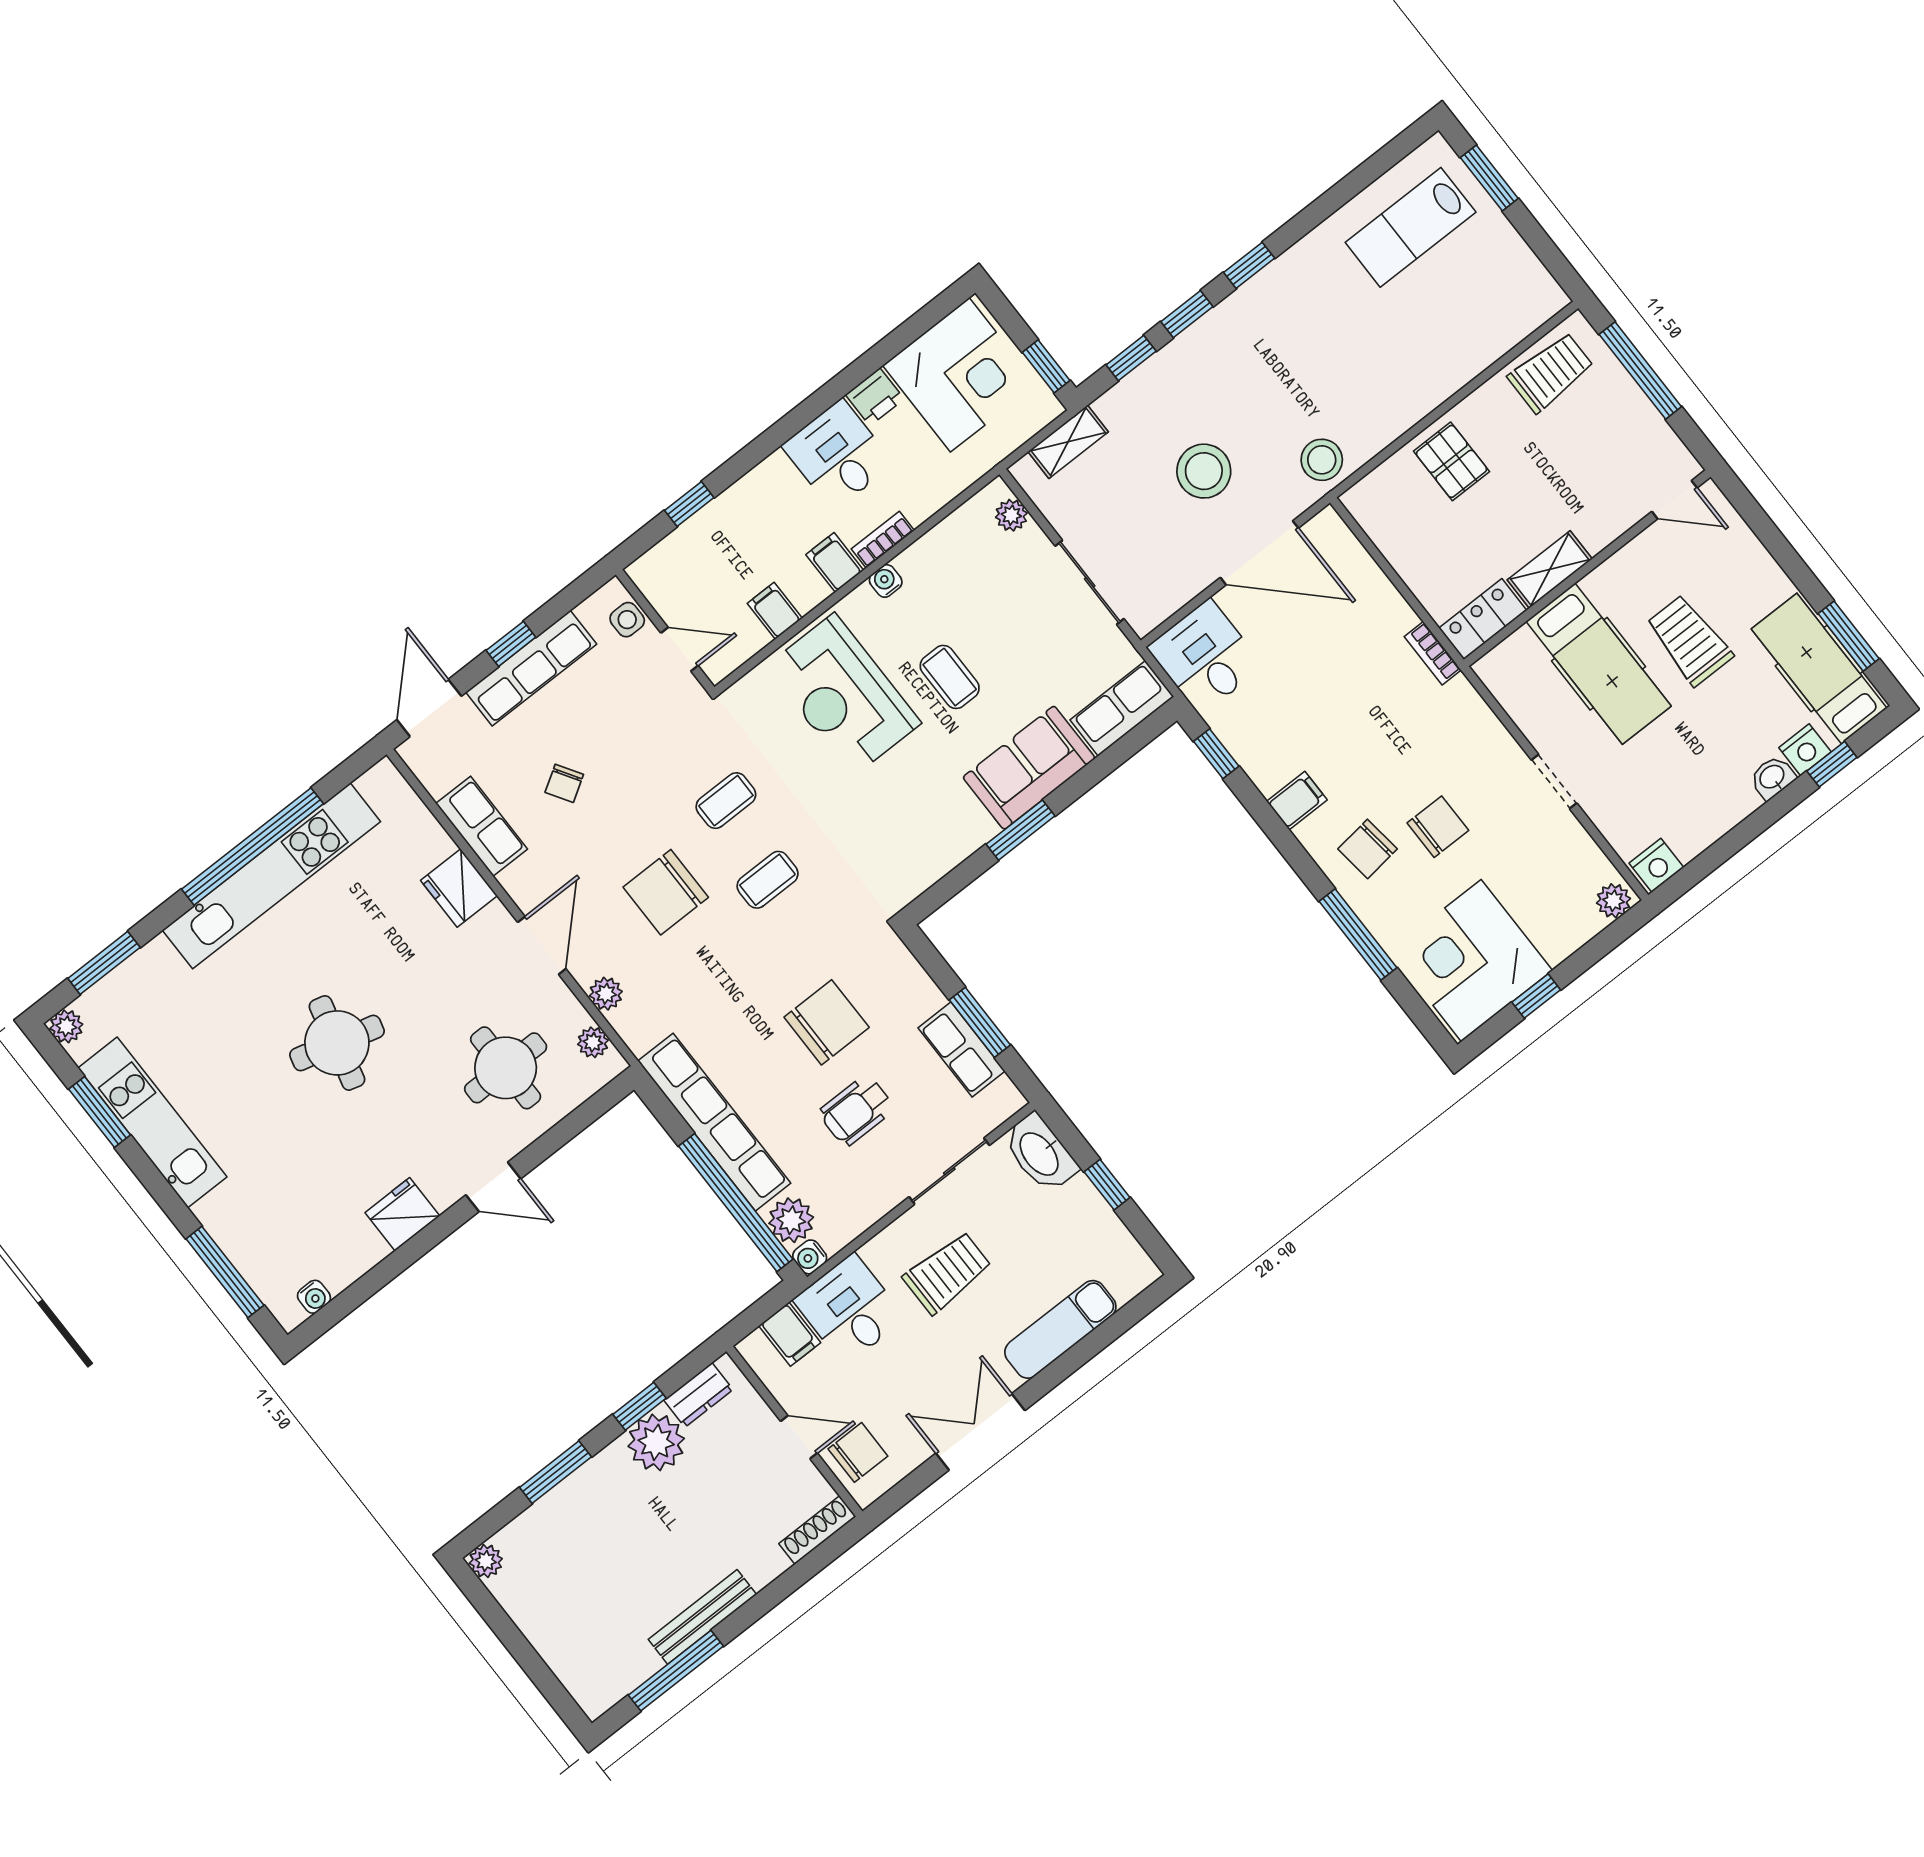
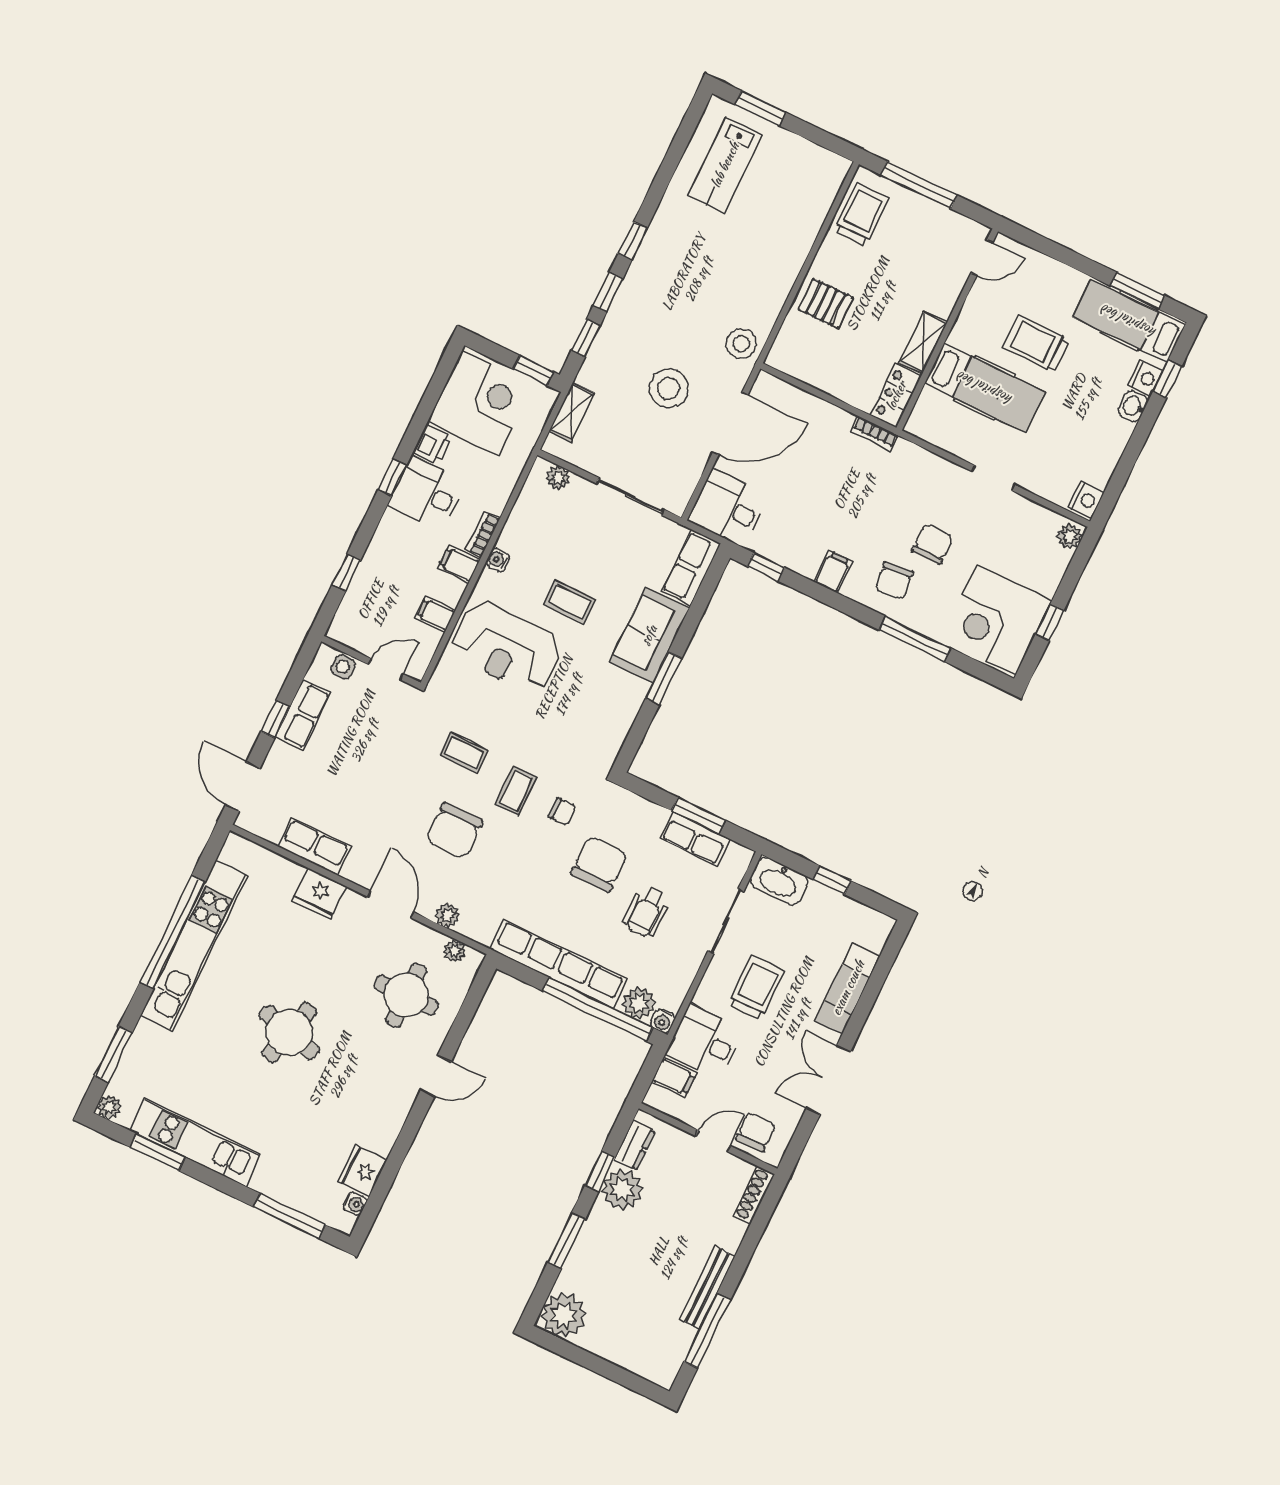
window: (805, 413) -> (392, 477), added
row of seats: (531, 668) -> (303, 715), width x0.68
chair: (564, 783) -> (562, 812), moved, turned -58
coffee table: (726, 801) -> (464, 753), turned 90
fridge: (402, 1214) -> (362, 1171), moved
plant: (486, 1561) -> (564, 1315), width x1.88, depth x1.88

